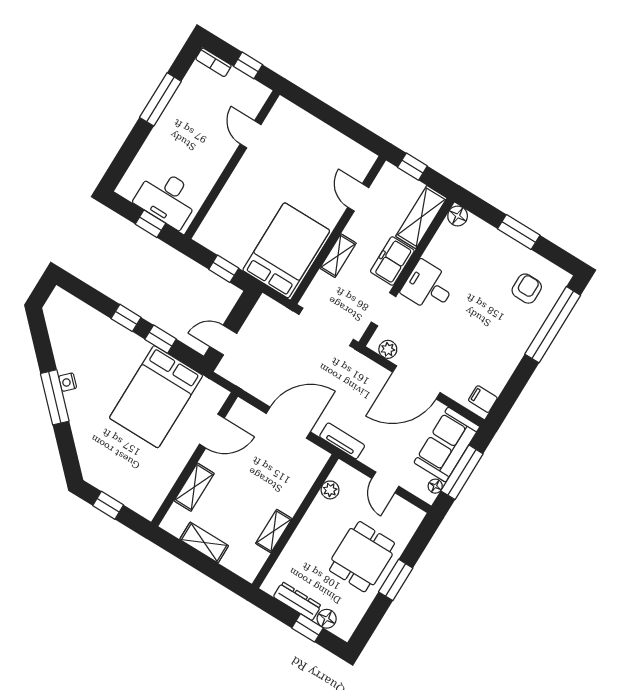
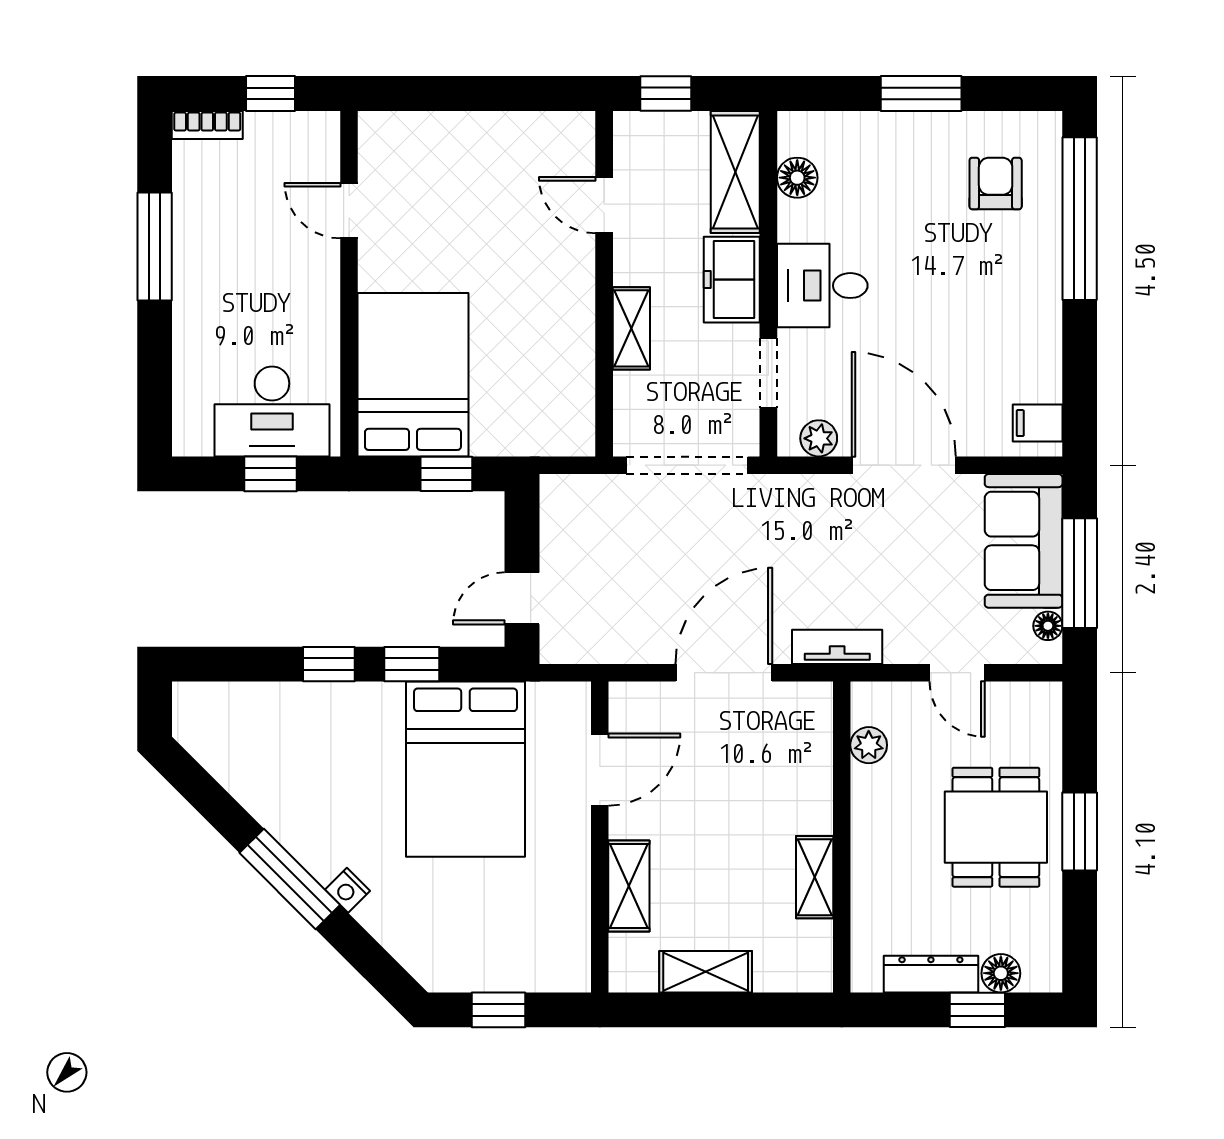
floor lamp: (458, 216) -> (797, 178), moved
bed: (286, 250) -> (413, 375), moved
nightstand: (68, 382) -> (348, 890), moved
door: (416, 382) -> (904, 465), swing flipped

